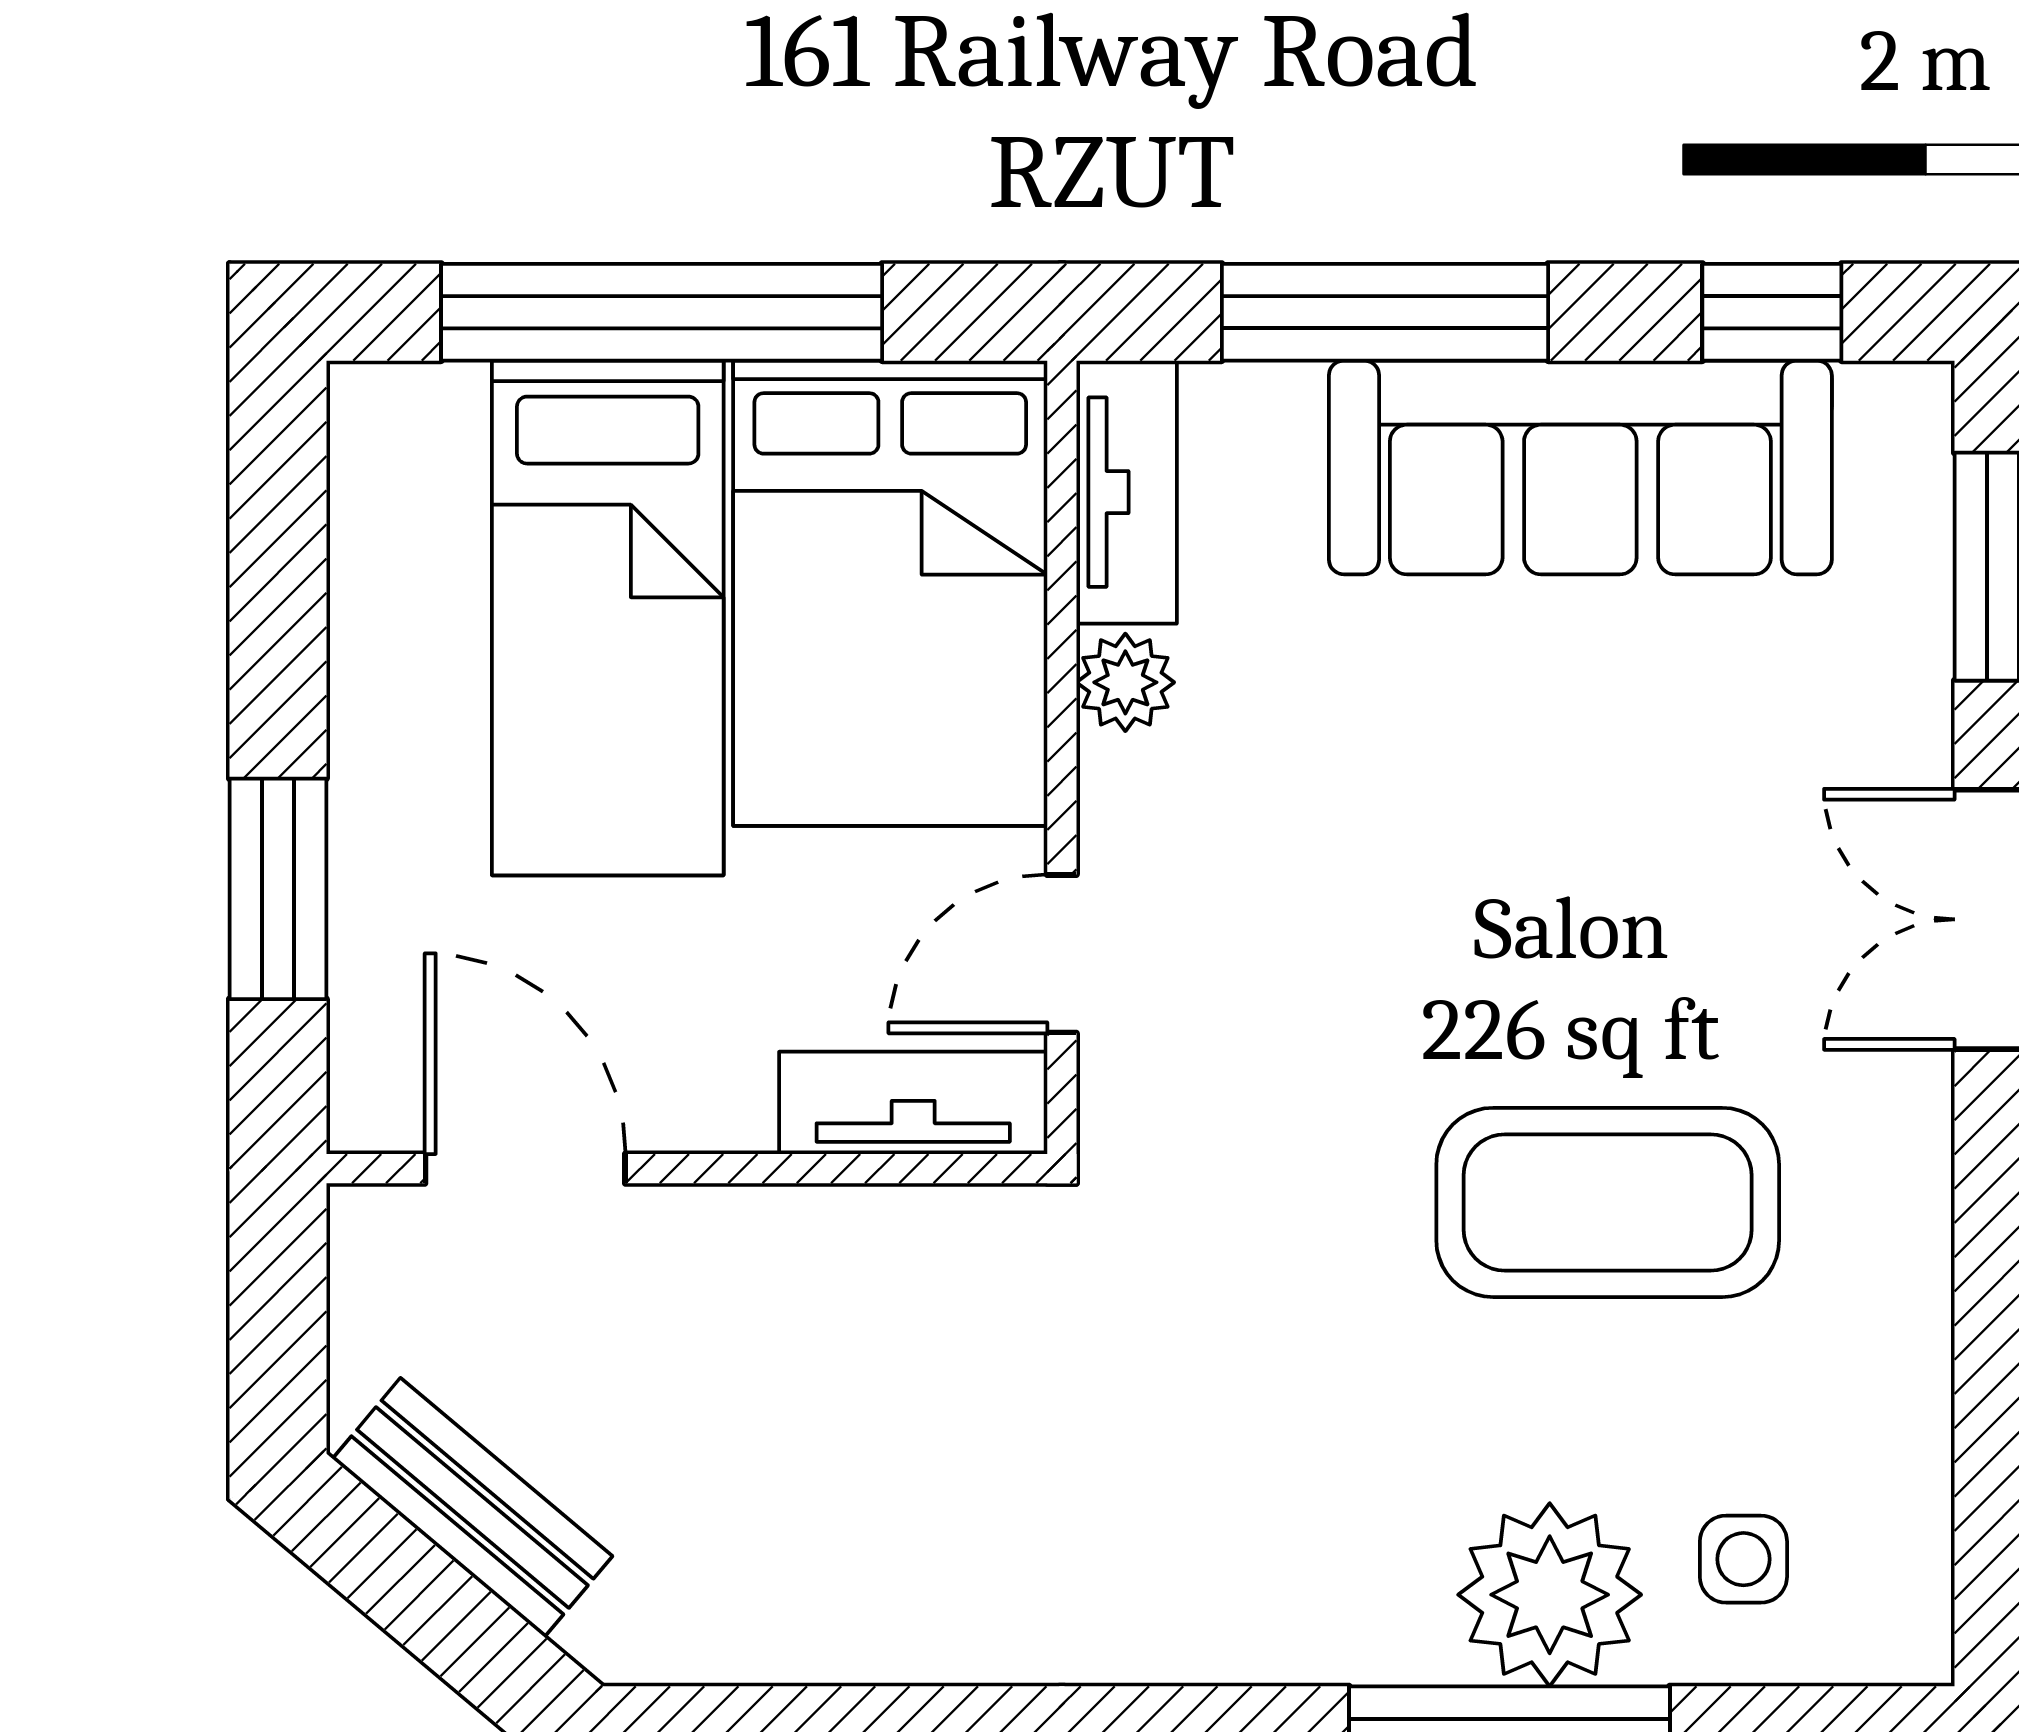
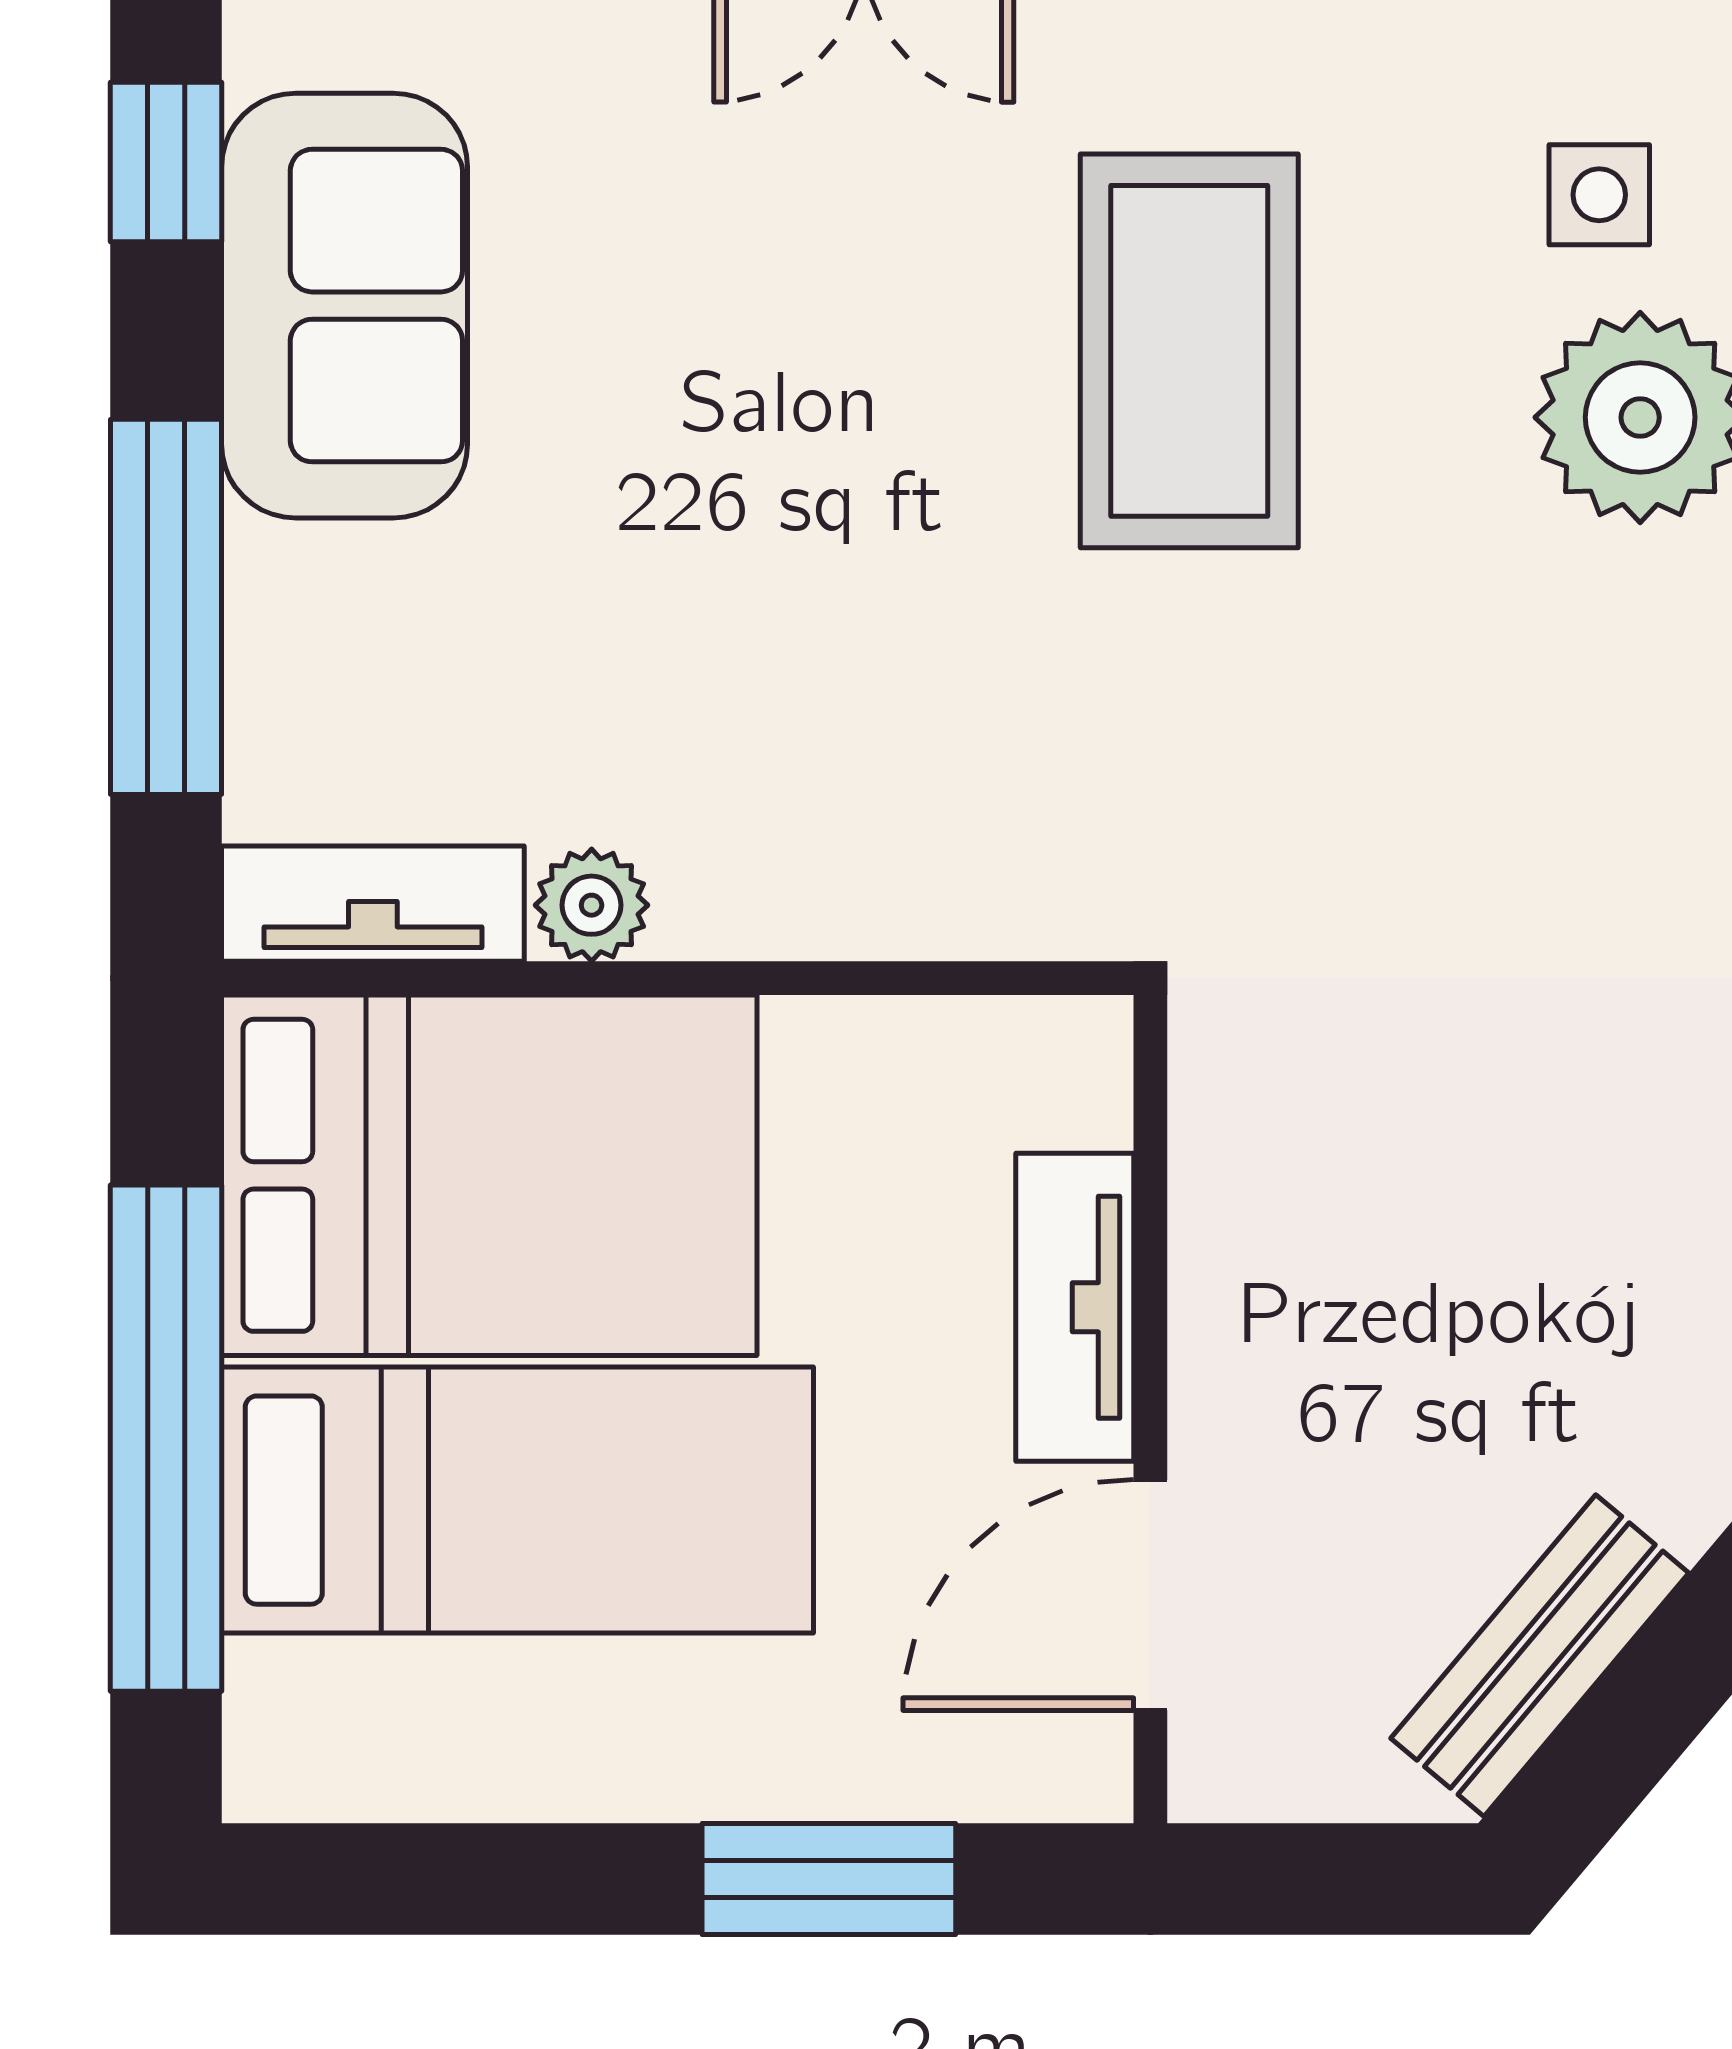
sofa: (1580, 467) -> (345, 306), width x0.73
door: (1062, 954) -> (904, 978), removed
tv unit: (913, 1103) -> (1075, 1307), moved

